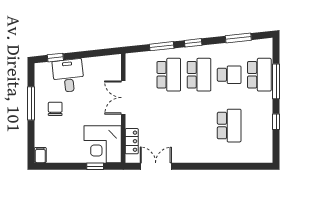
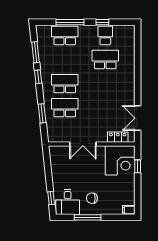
window: (193, 43) -> (38, 77), moved
school desk: (229, 75) -> (105, 35), moved
desk: (68, 76) -> (68, 202), moved, turned -84

